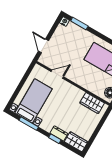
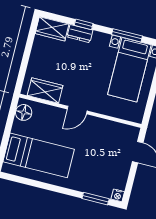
door: (57, 74) -> (77, 110), moved

